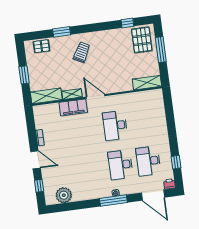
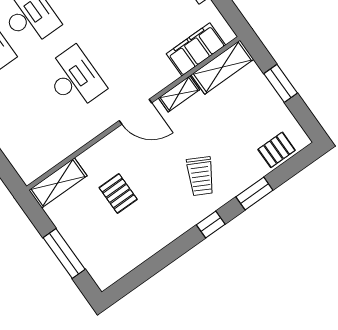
window: (127, 23) -> (211, 224), moved
pallet: (142, 40) -> (118, 193), moved, width x0.67, depth x0.71
filing cabinet: (73, 107) -> (196, 49), moved

